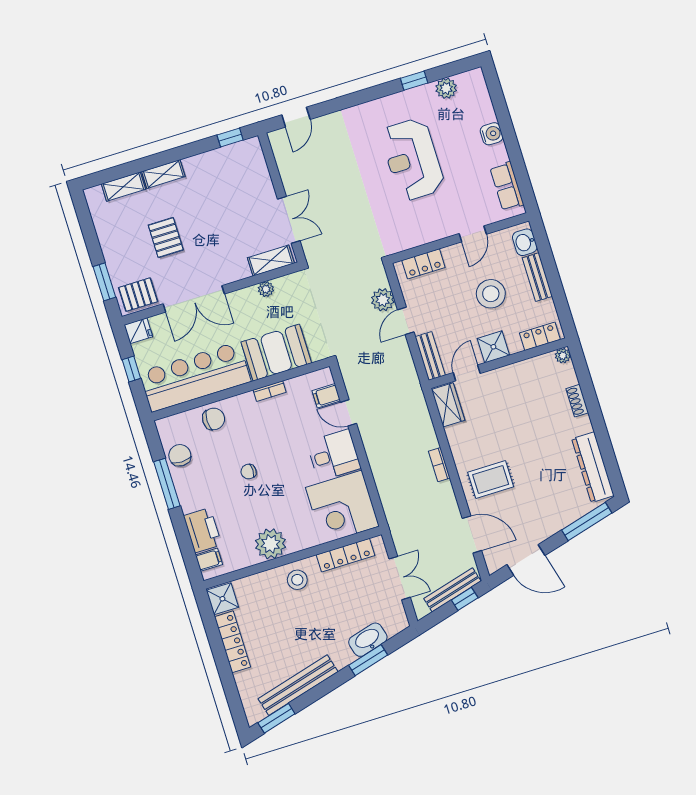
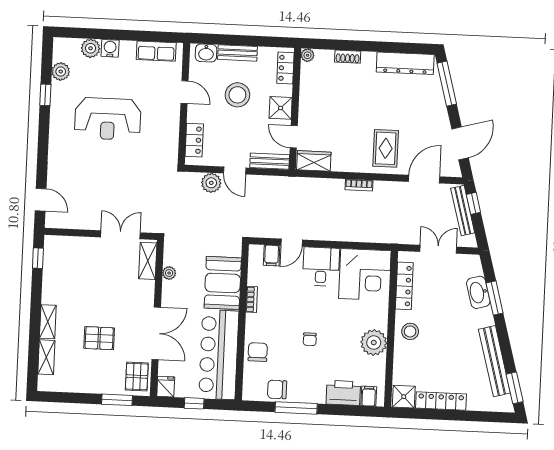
plant: (484, 112) -> (91, 48), added

